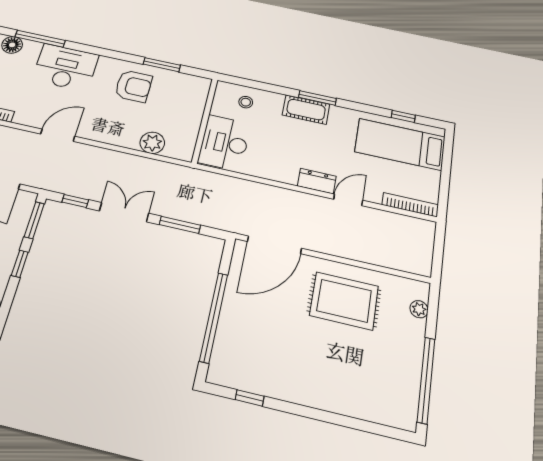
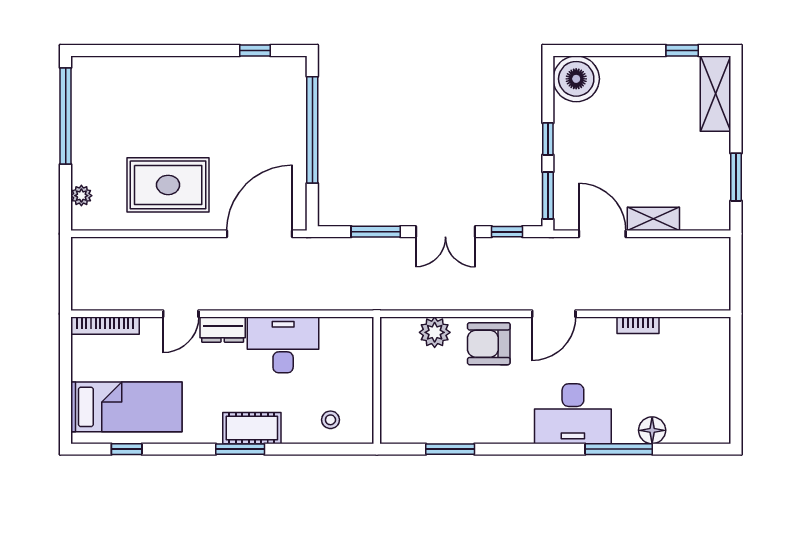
armchair: (133, 86) -> (489, 344), moved
desk: (224, 143) -> (283, 345), moved, turned -90

